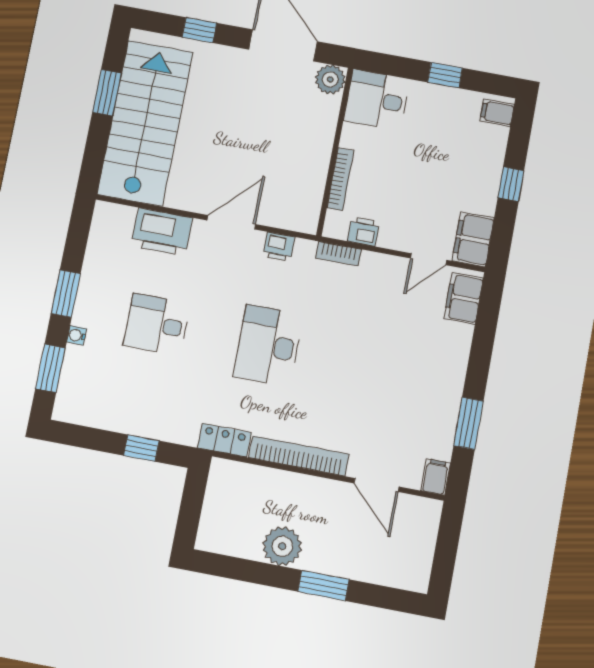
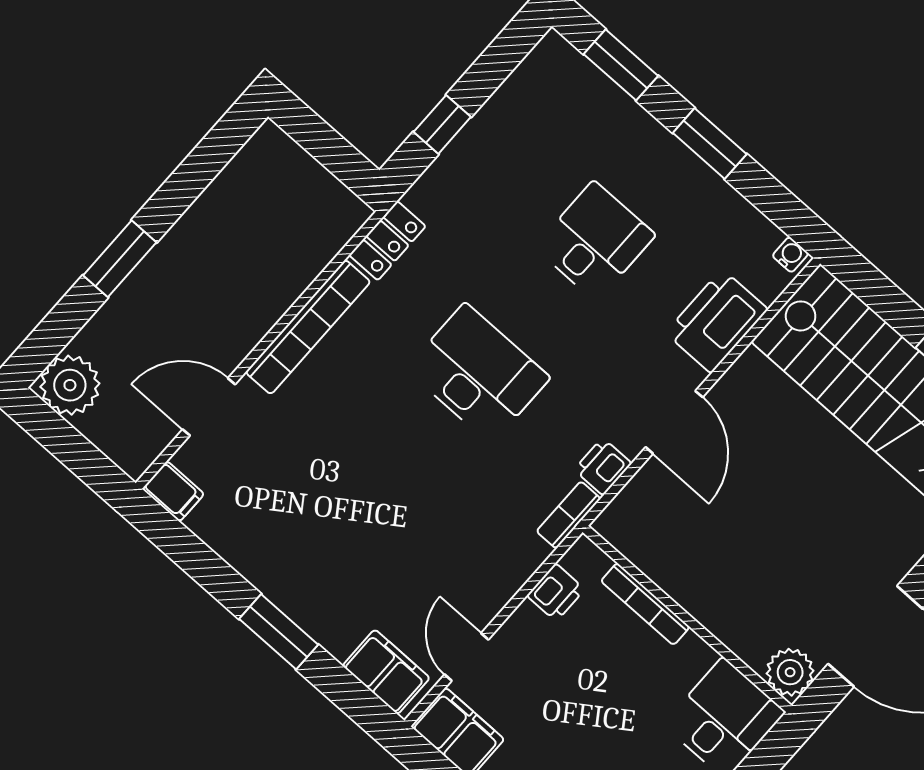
bookcase: (338, 254) -> (569, 515), moved
water cooler: (77, 335) -> (790, 255), moved
window: (468, 423) -> (279, 632), moved
plant: (282, 546) -> (70, 385), moved

